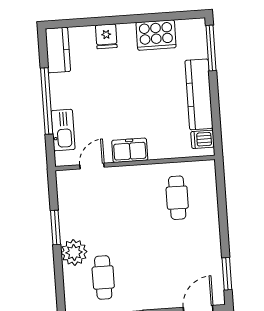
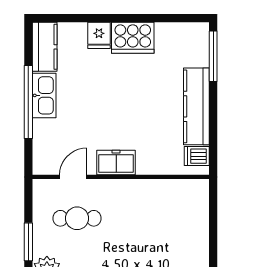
cooker: (156, 35) -> (133, 38), moved
kitchen sink: (63, 130) -> (44, 95), moved
cafe table: (177, 198) -> (77, 218), moved, turned 90

